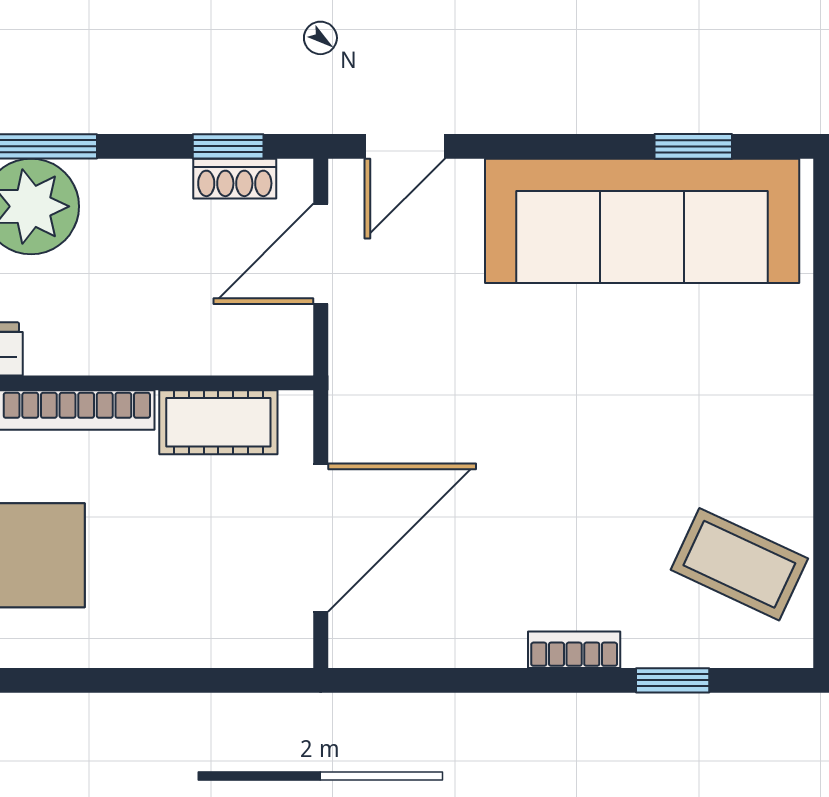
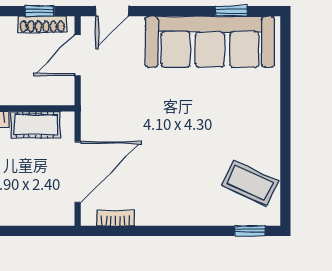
shoe rack: (235, 179) -> (42, 24), width x1.43
bookcase: (574, 650) -> (115, 218), moved
window: (673, 680) -> (250, 231), moved

